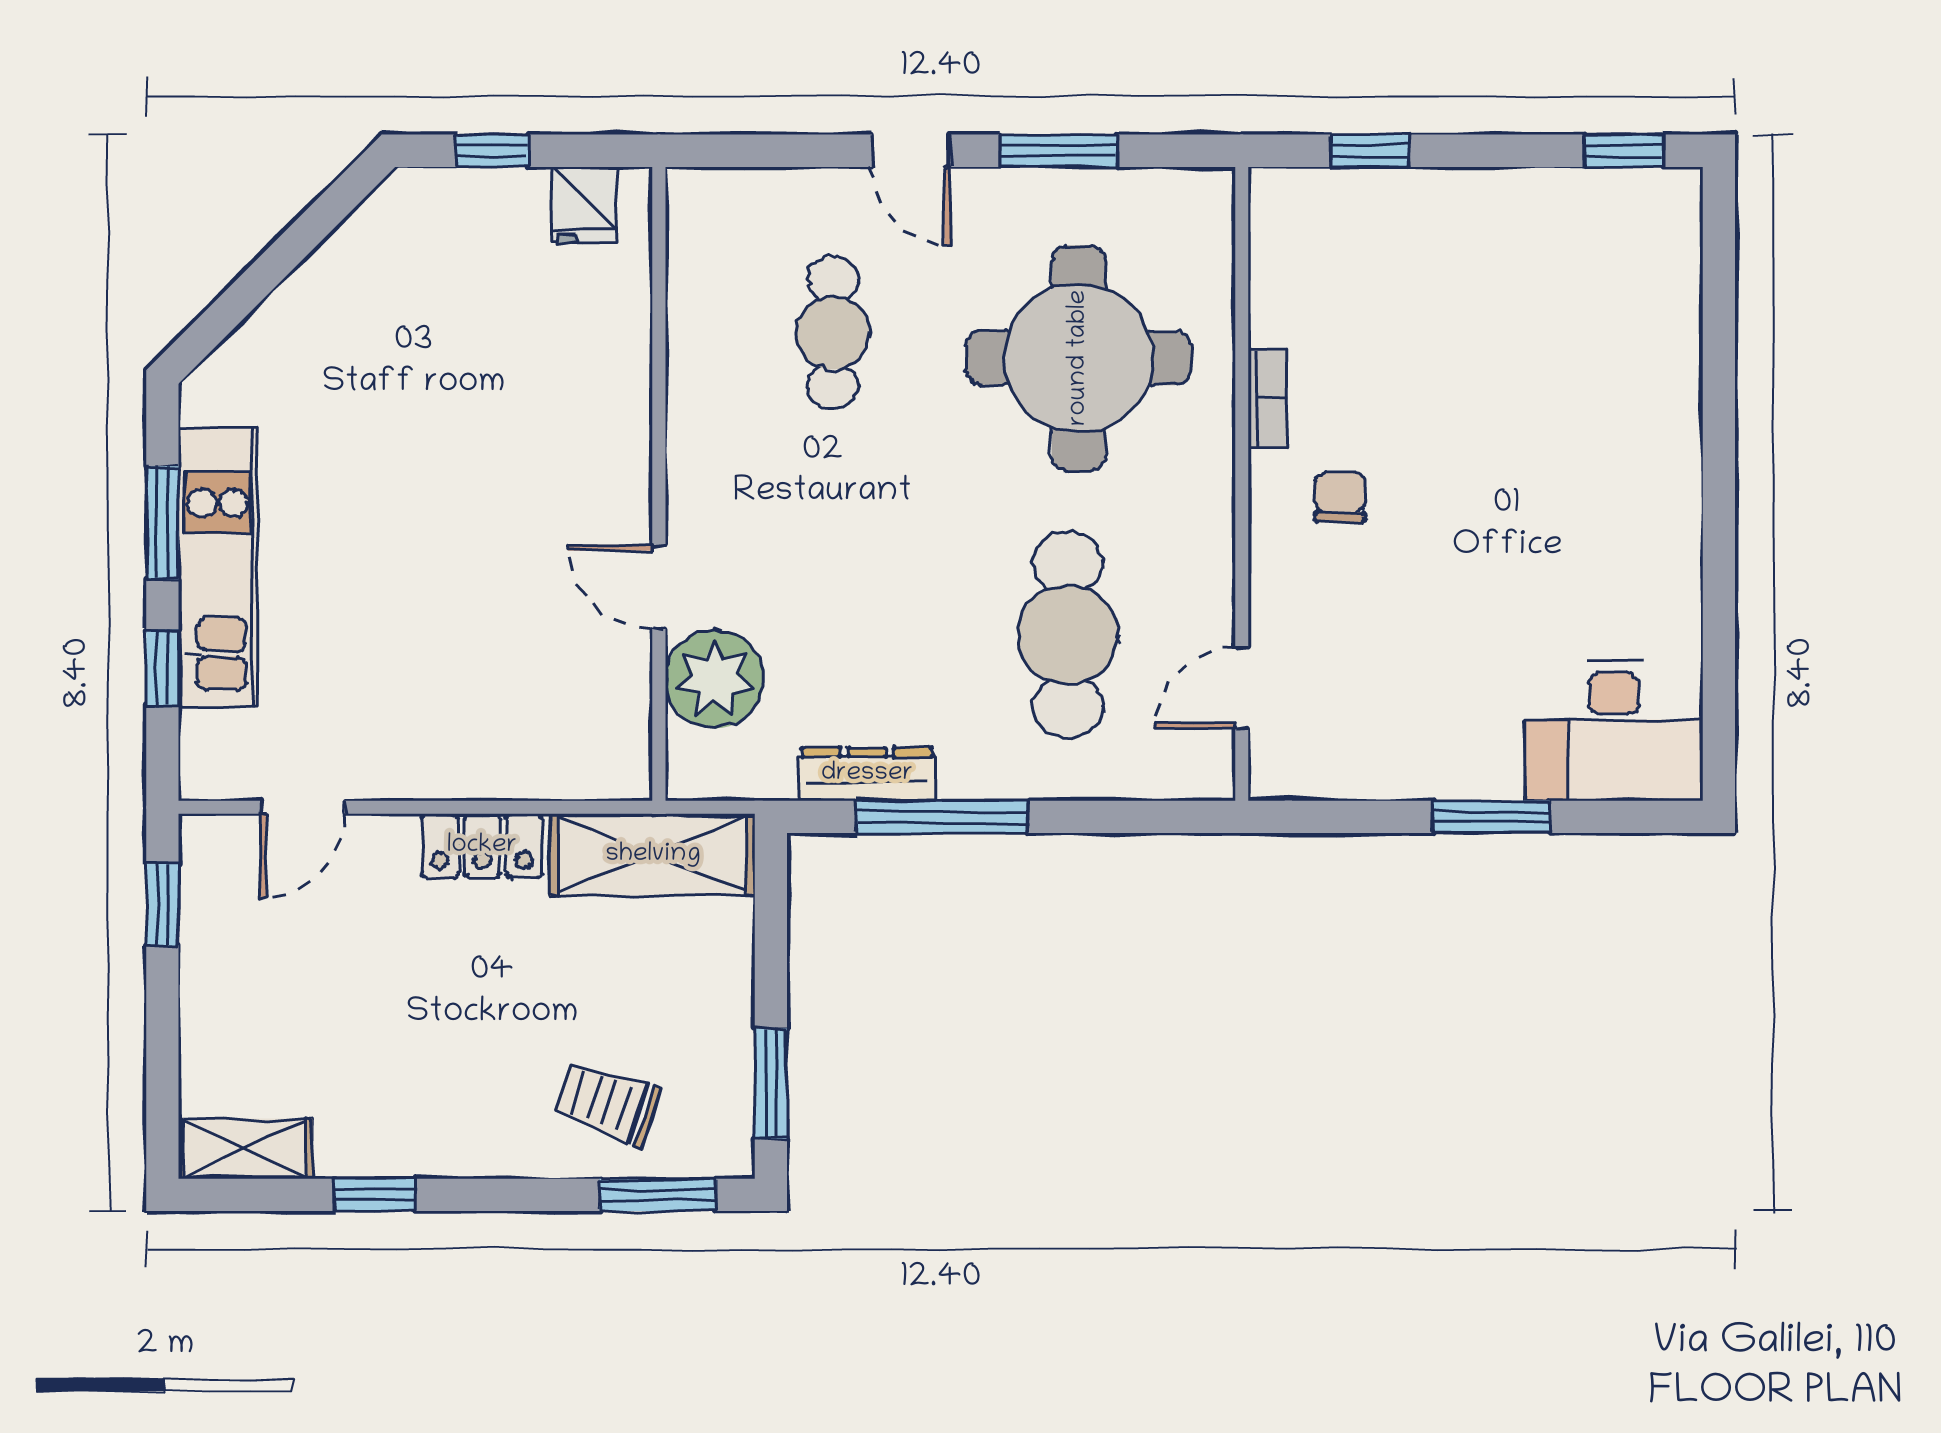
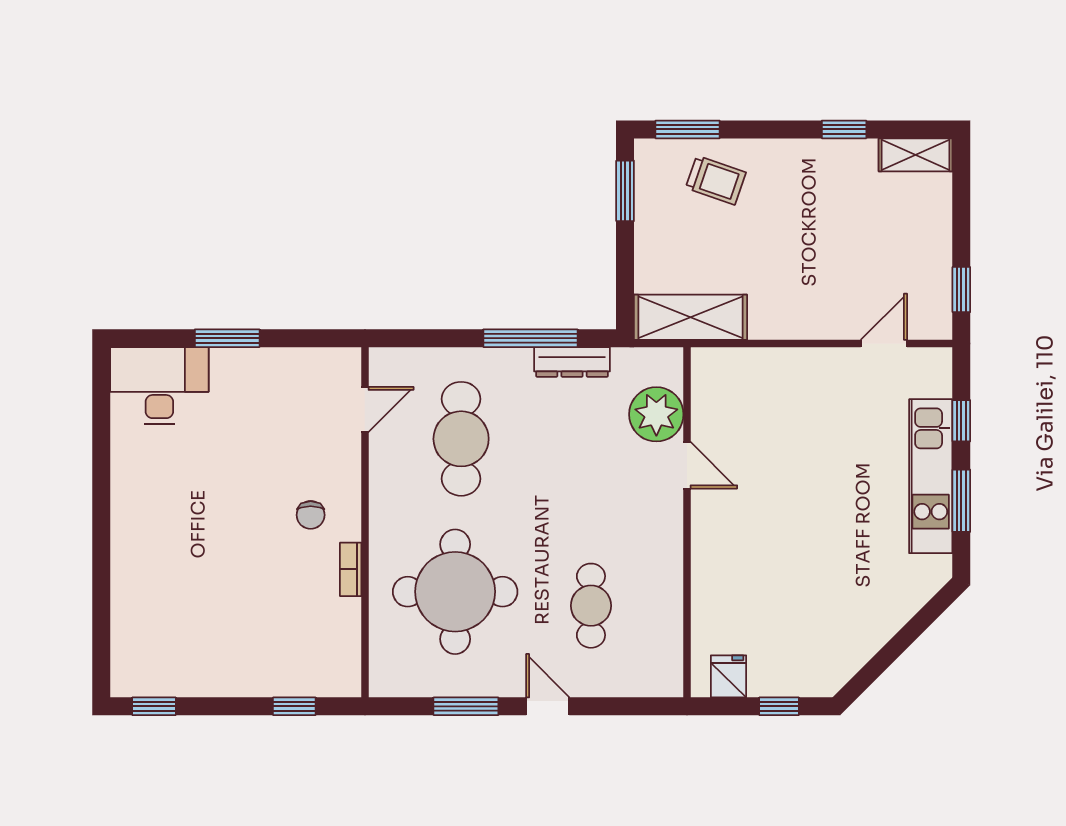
locker: (482, 846) -> (785, 322), removed

